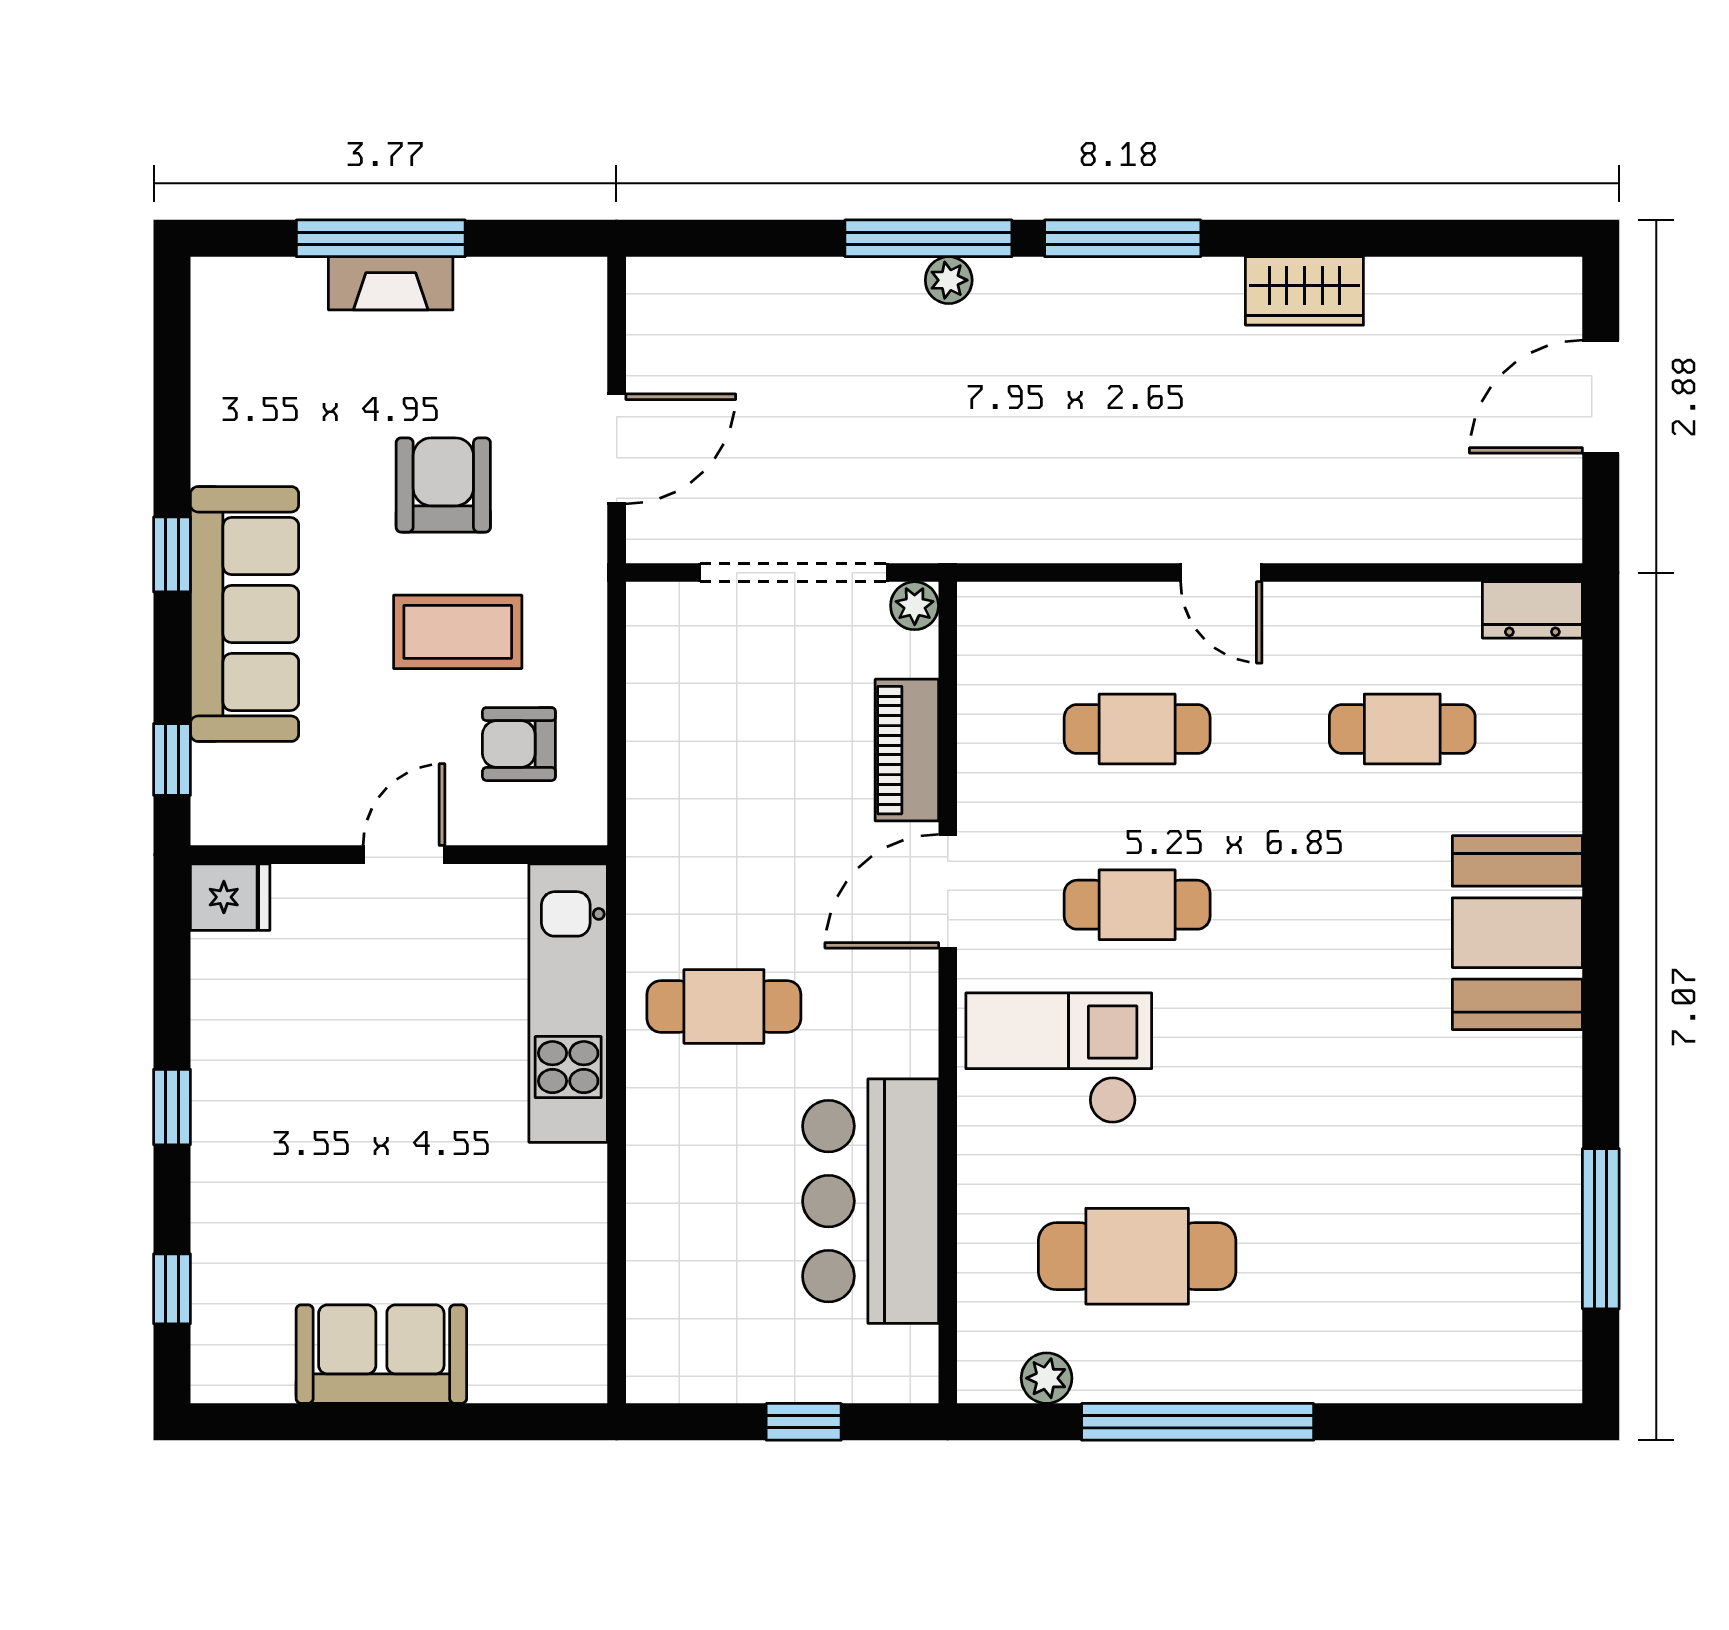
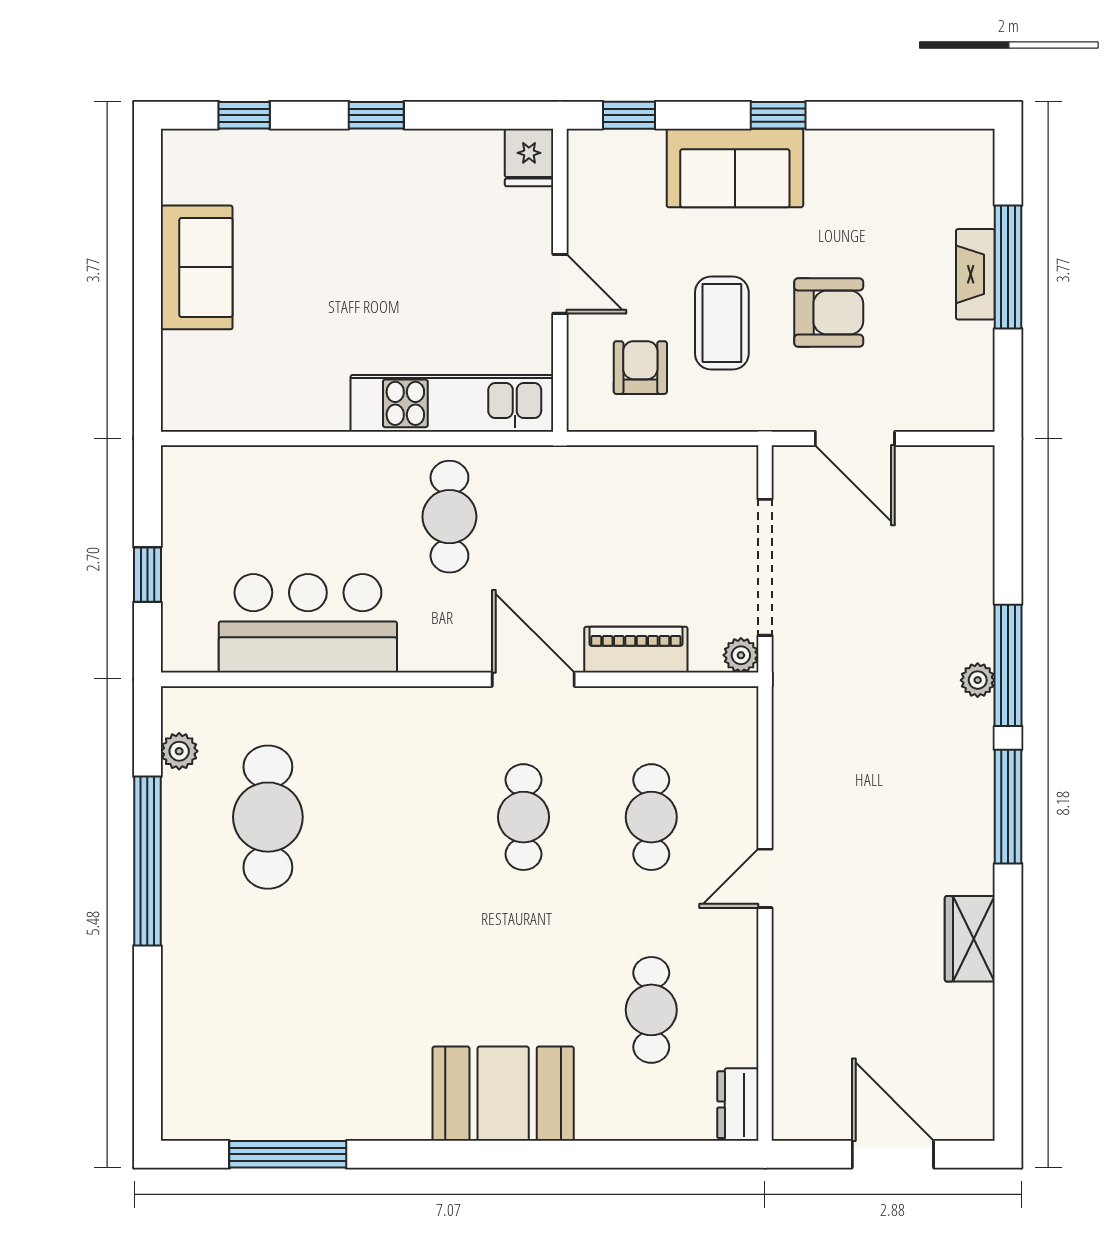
sofa: (245, 614) -> (735, 168), width x0.73
checkout: (1059, 1058) -> (412, 760), removed

